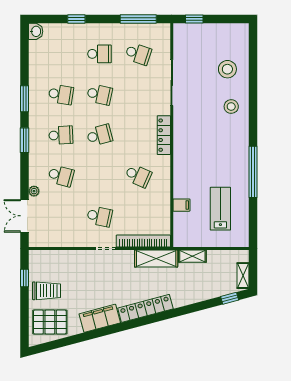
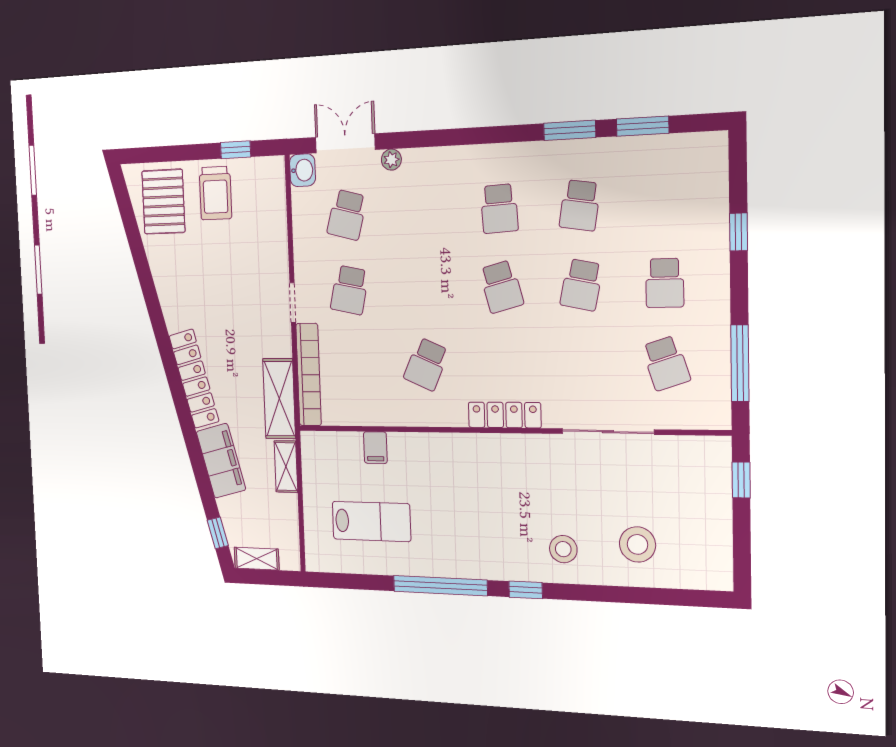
washbasin: (36, 31) -> (302, 170), moved, turned -90
school desk: (138, 54) -> (666, 363), turned -36
window: (253, 126) -> (526, 590), added
window: (25, 140) -> (643, 126), moved
school desk: (61, 176) -> (347, 215), moved
filing cabinet: (100, 318) -> (221, 461), moved

